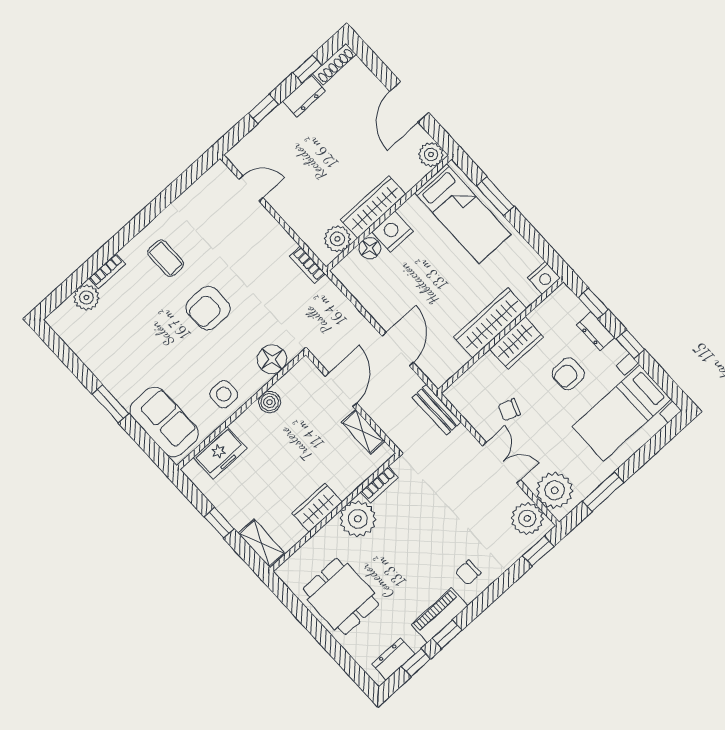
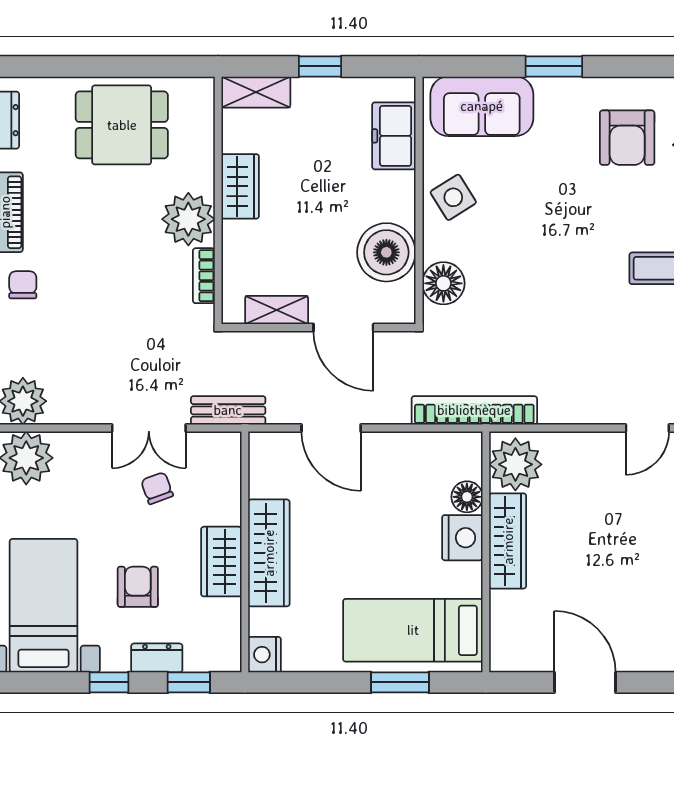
plant: (431, 155) -> (507, 654), removed
plant: (337, 239) -> (515, 464), width x1.36, depth x1.36
bookcase: (307, 265) -> (474, 410), width x2.31, depth x1.31
armchair: (208, 308) -> (627, 138), moved, turned 180
side table: (224, 394) -> (453, 197), turned -32
boiler: (270, 402) -> (386, 252), width x1.86, depth x1.86
chair: (509, 410) -> (157, 488), turned -40
double door: (502, 463) -> (149, 428), moved

